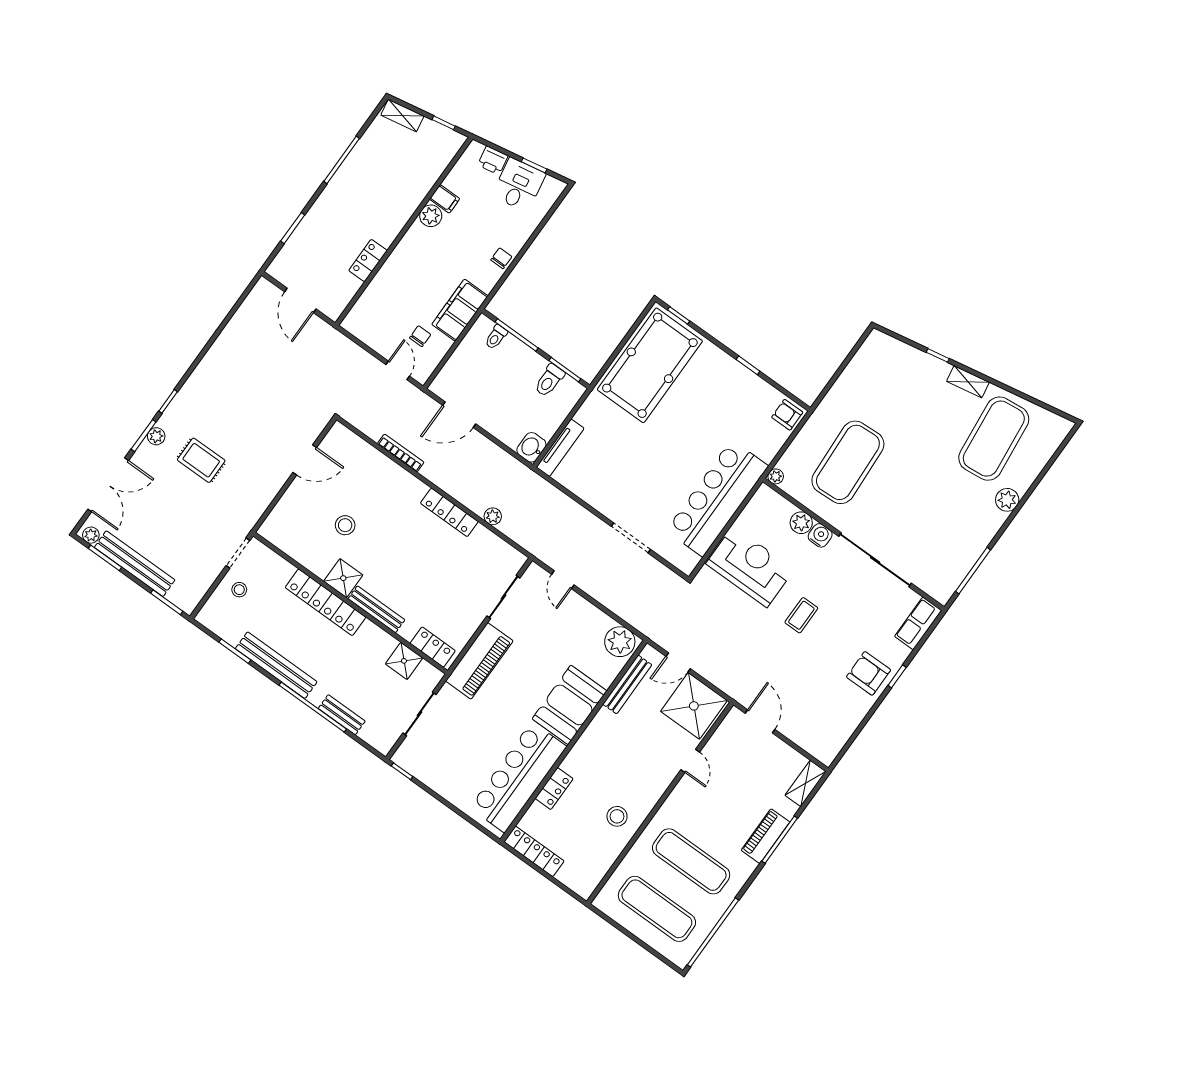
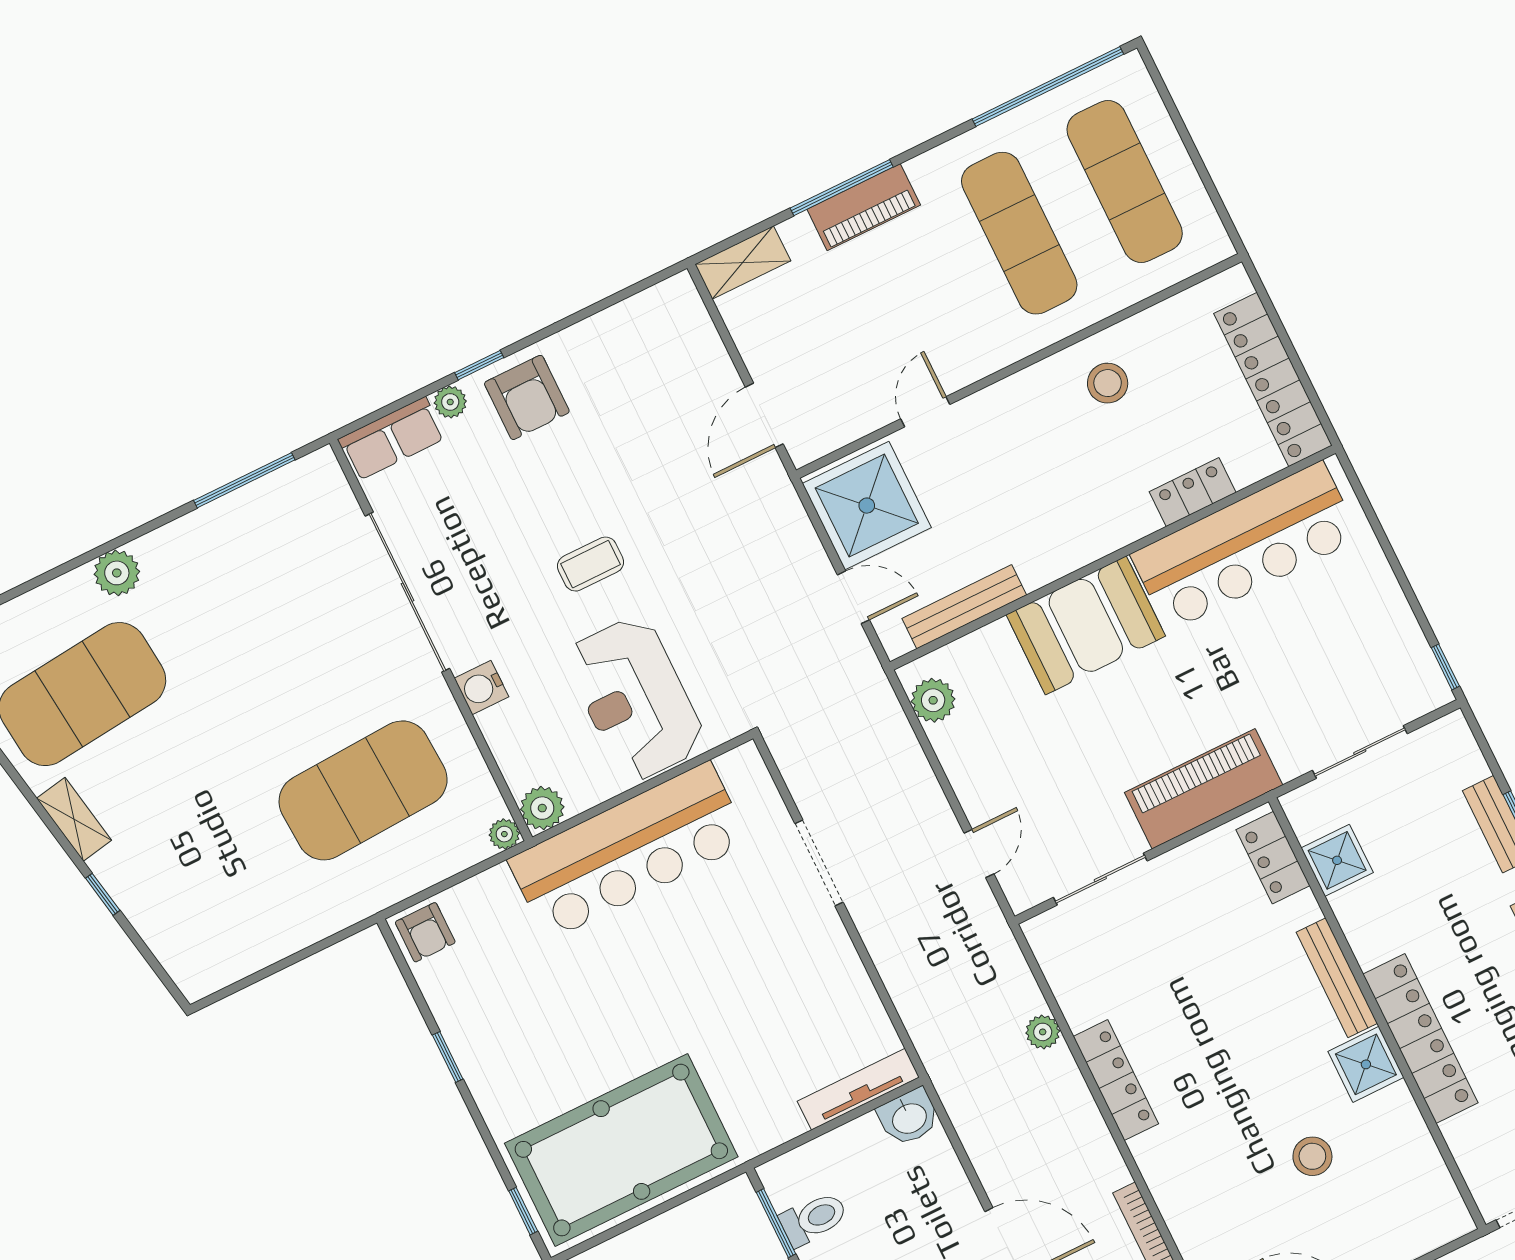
plant: (801, 523) -> (542, 808), moved
plant: (620, 642) -> (933, 700), width x0.73, depth x0.73
plant: (901, 653) -> (450, 402), added
locker: (534, 851) -> (1273, 379), width x1.41, depth x1.21

